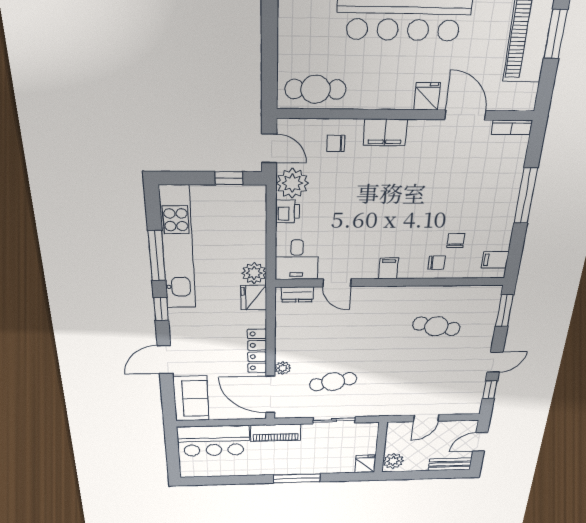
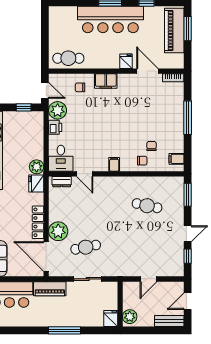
plant: (283, 368) -> (58, 231), width x1.87, depth x1.87

